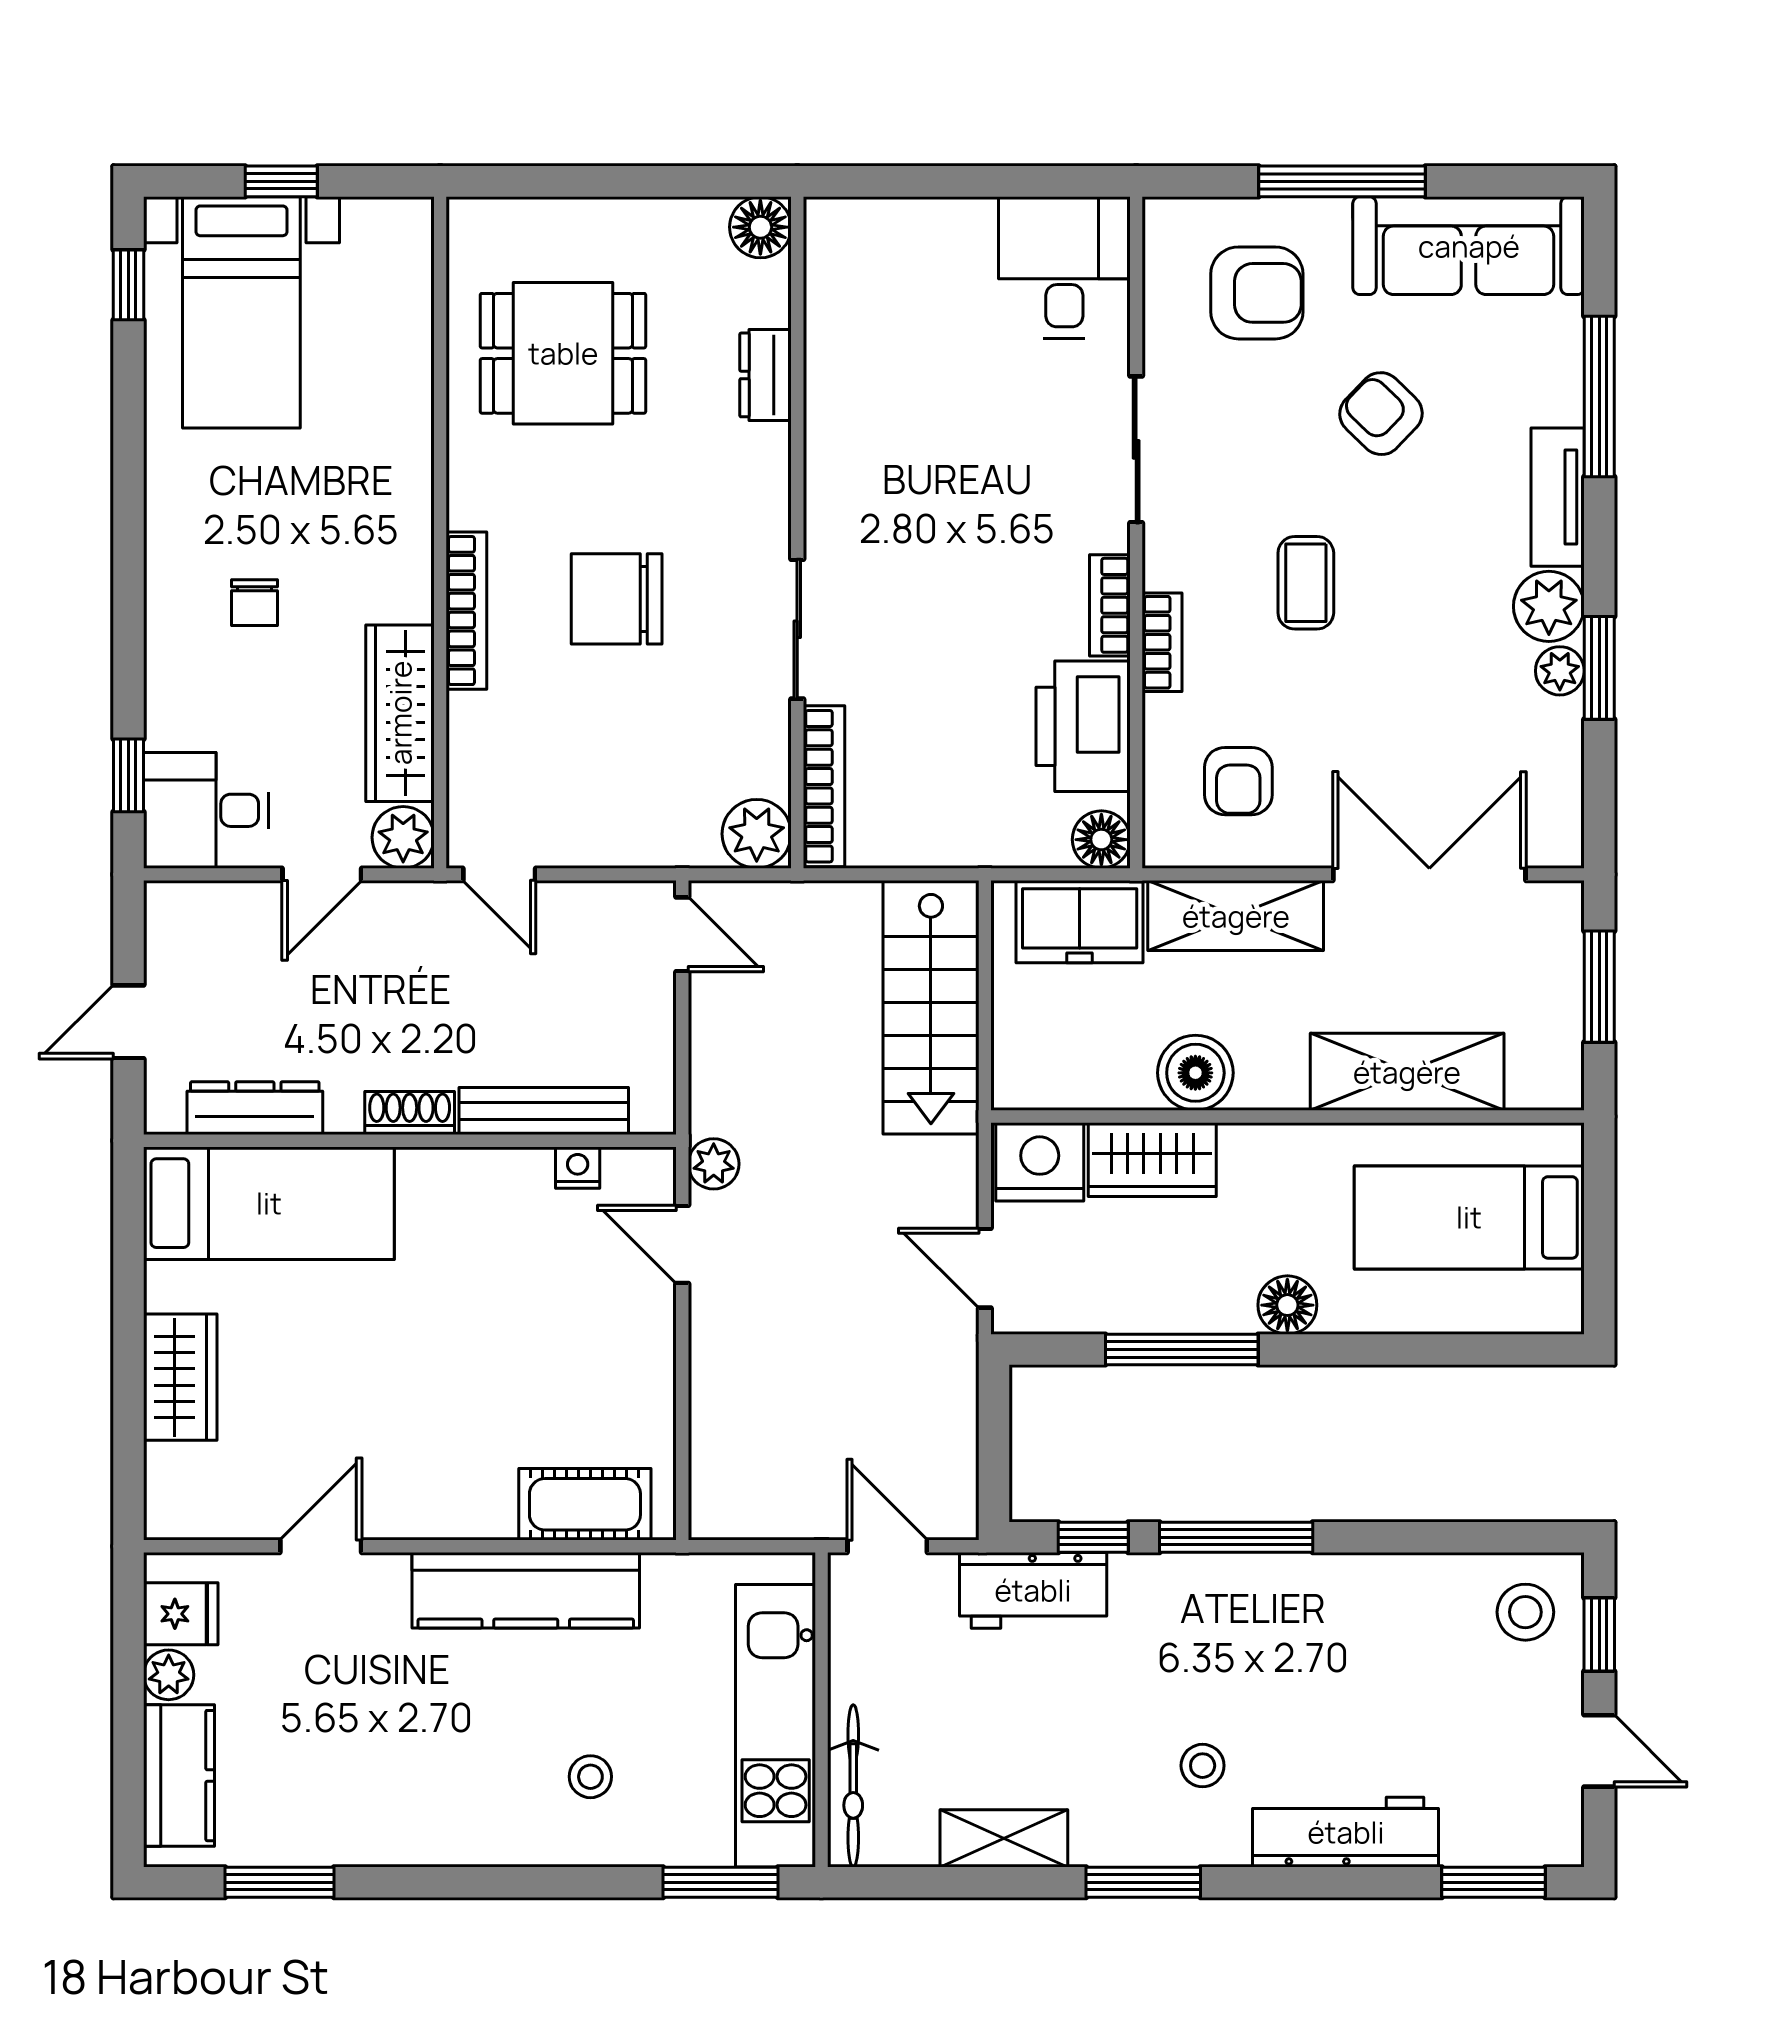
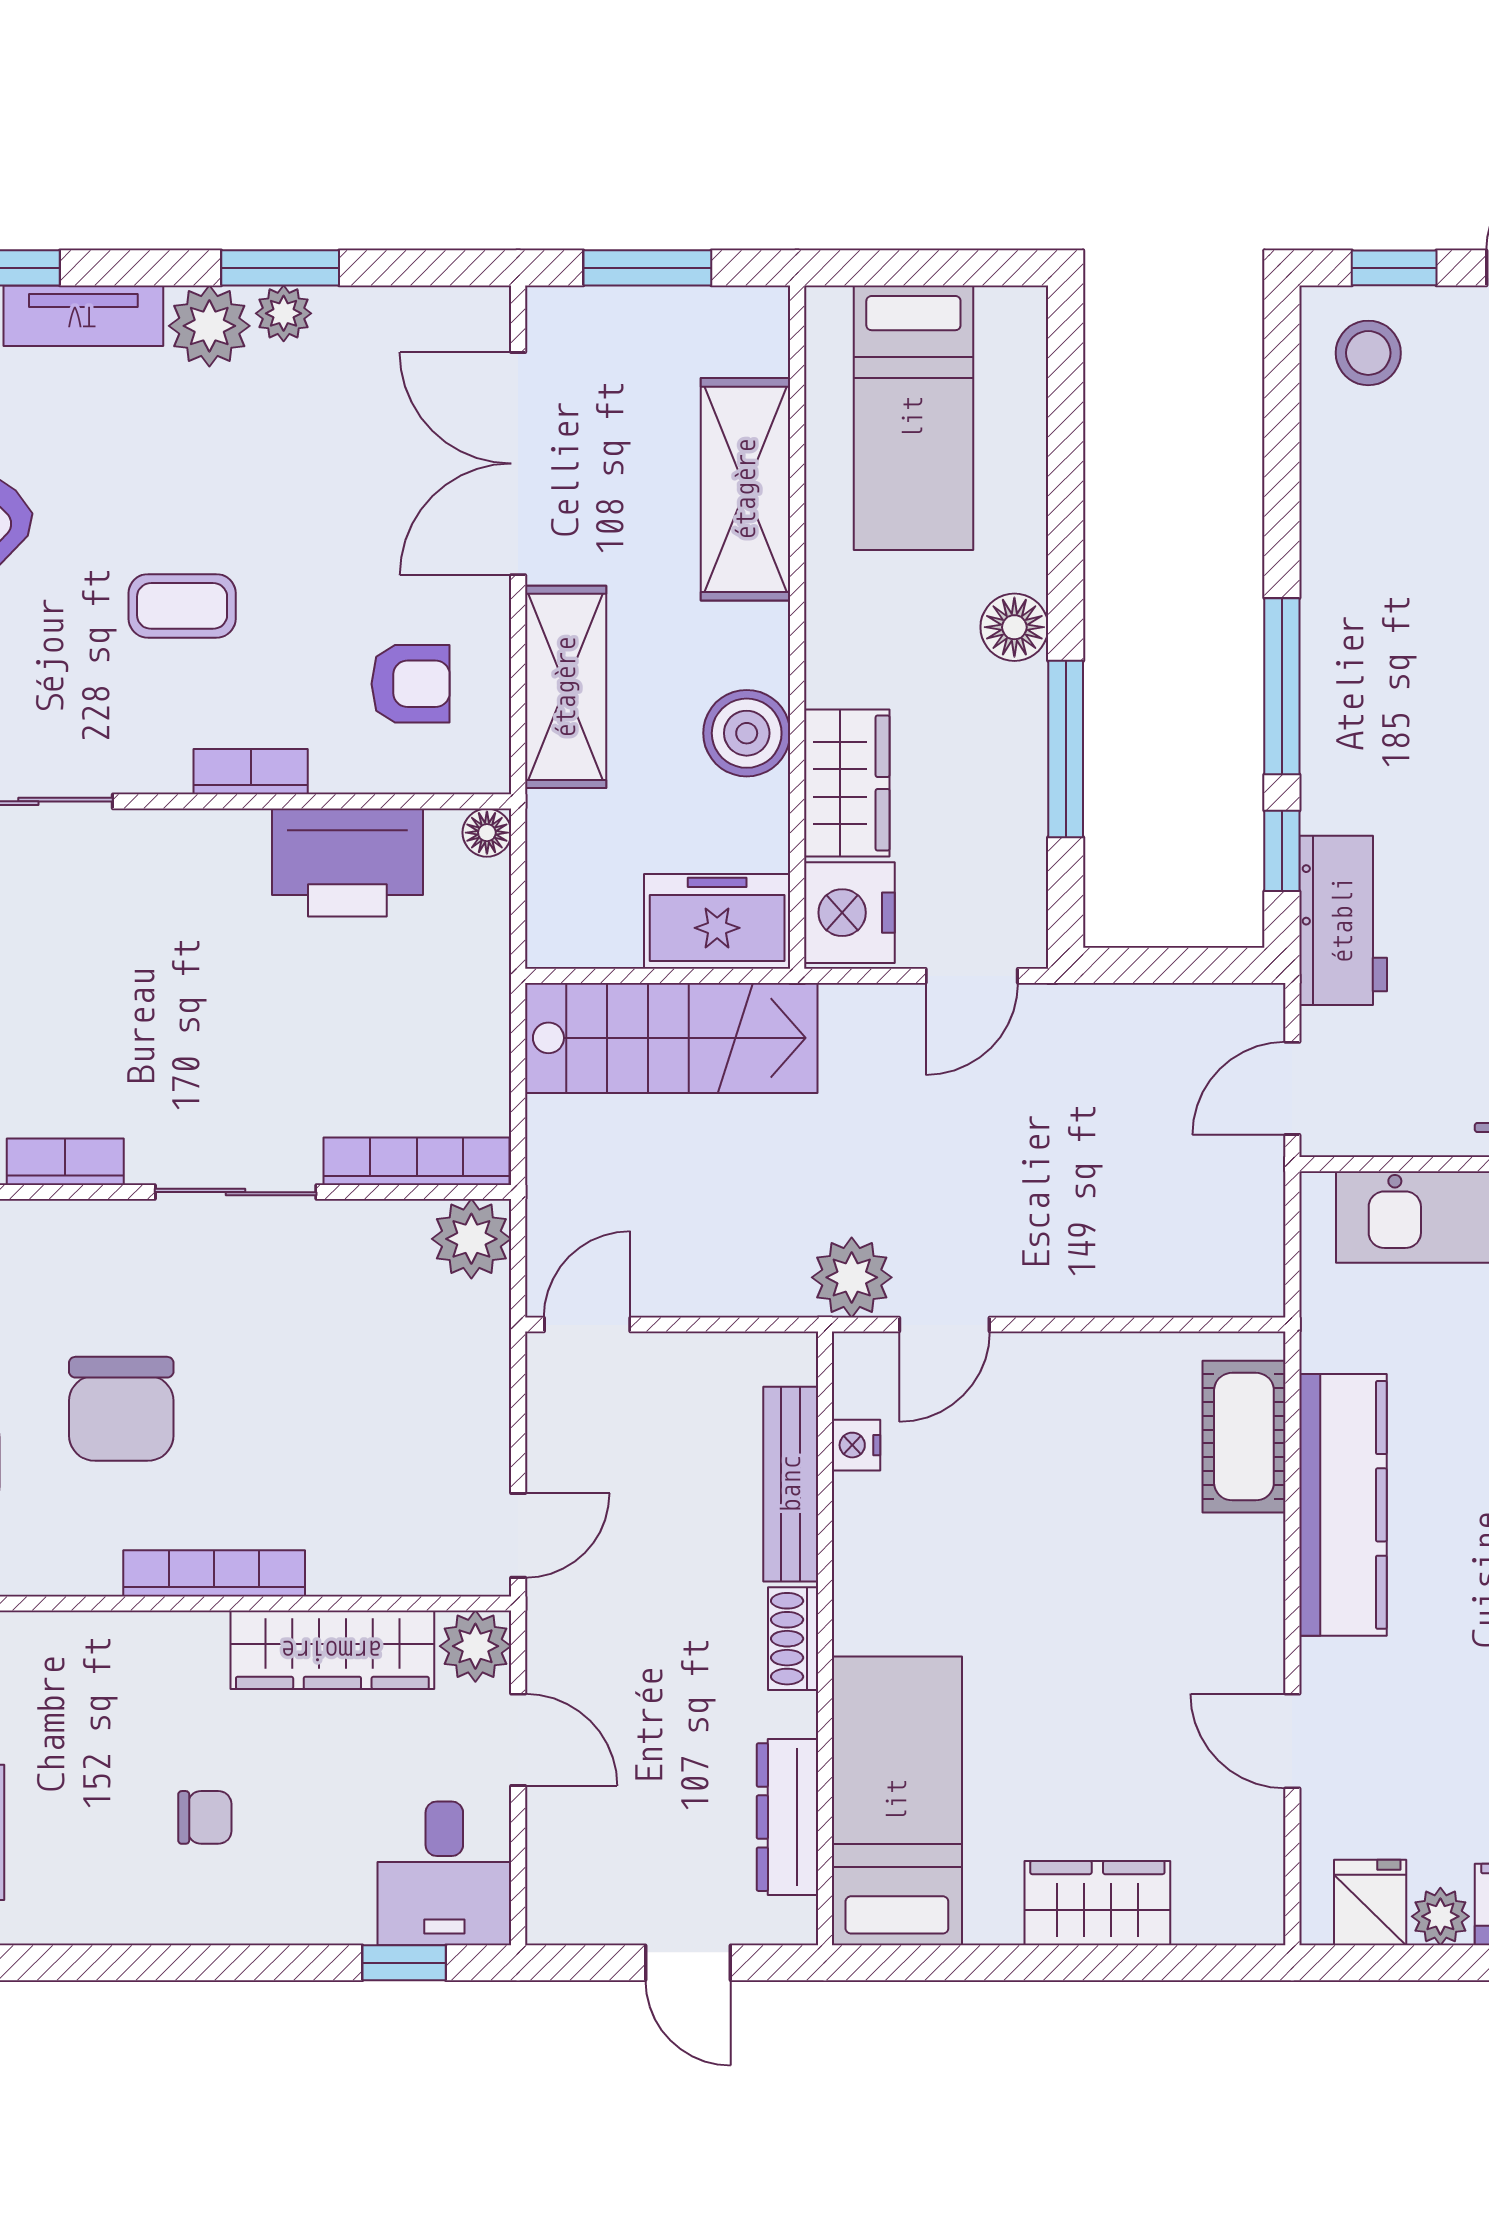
chair: (617, 599) -> (121, 1409), moved
bookcase: (1110, 605) -> (65, 1162), moved, turned 180
floor lamp: (1101, 840) -> (487, 833), width x0.73, depth x0.73
freezer: (1080, 922) -> (717, 921), moved, turned -90
plant: (714, 1164) -> (852, 1277), width x1.38, depth x1.38

